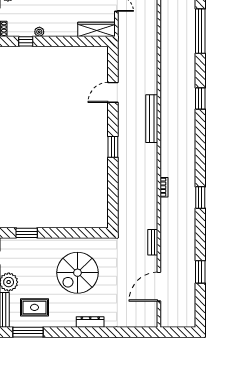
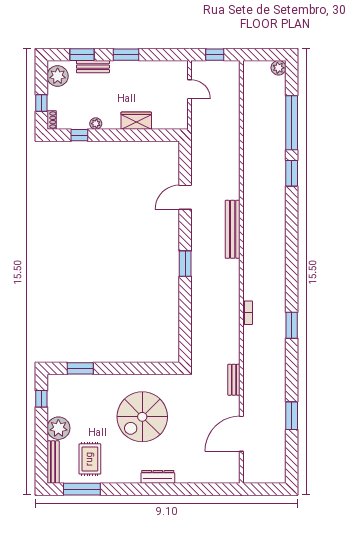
wardrobe: (97, 29) -> (136, 121), moved, width x0.67
window: (200, 98) -> (292, 173), moved
rug: (34, 307) -> (90, 459), turned 90

